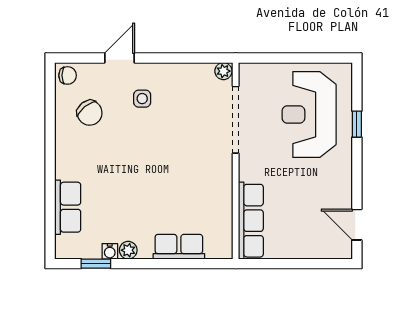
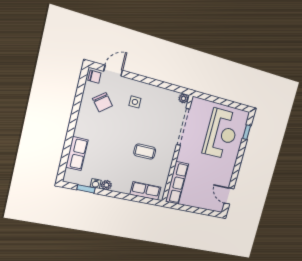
door: (120, 58) -> (113, 71), moved
reception desk: (309, 115) -> (221, 134), turned 180
window: (357, 124) -> (247, 132), moved
coffee table: (179, 178) -> (145, 152), added
row of seats: (179, 247) -> (145, 191), moved

